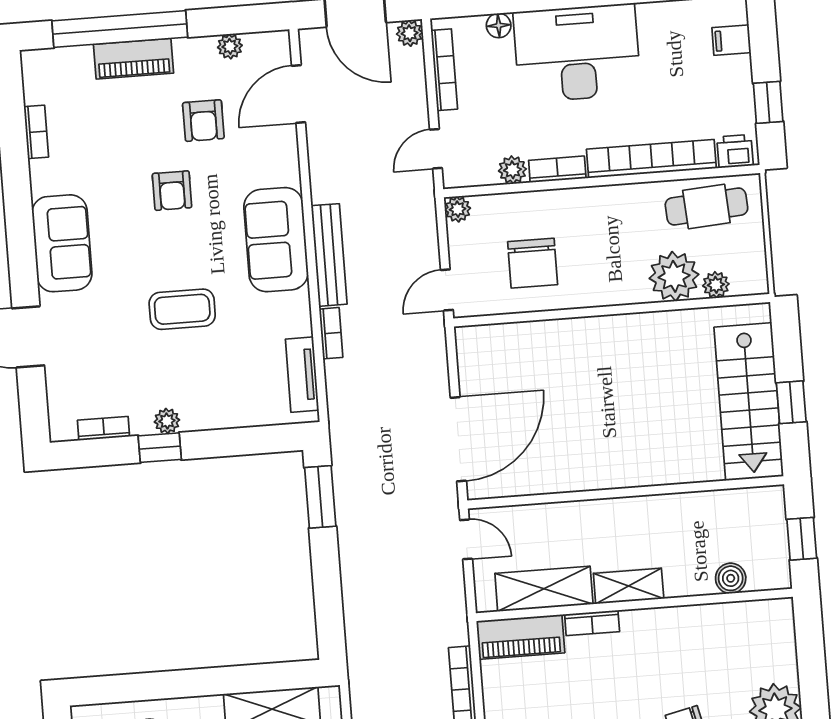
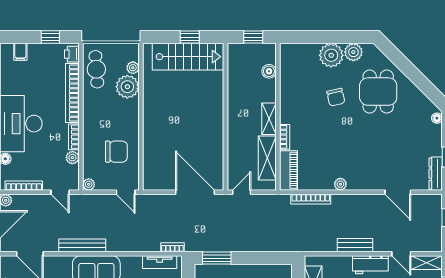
bench: (329, 255) -> (82, 245), moved
bookcase: (331, 333) -> (172, 247), moved

